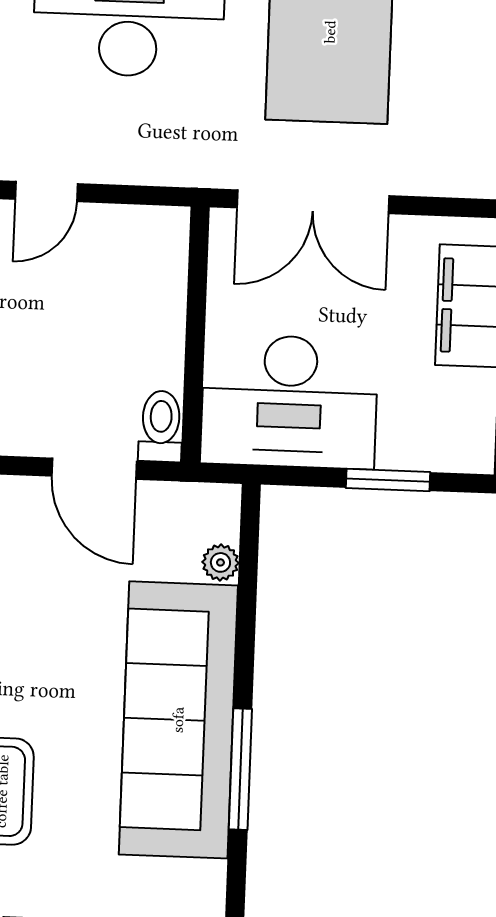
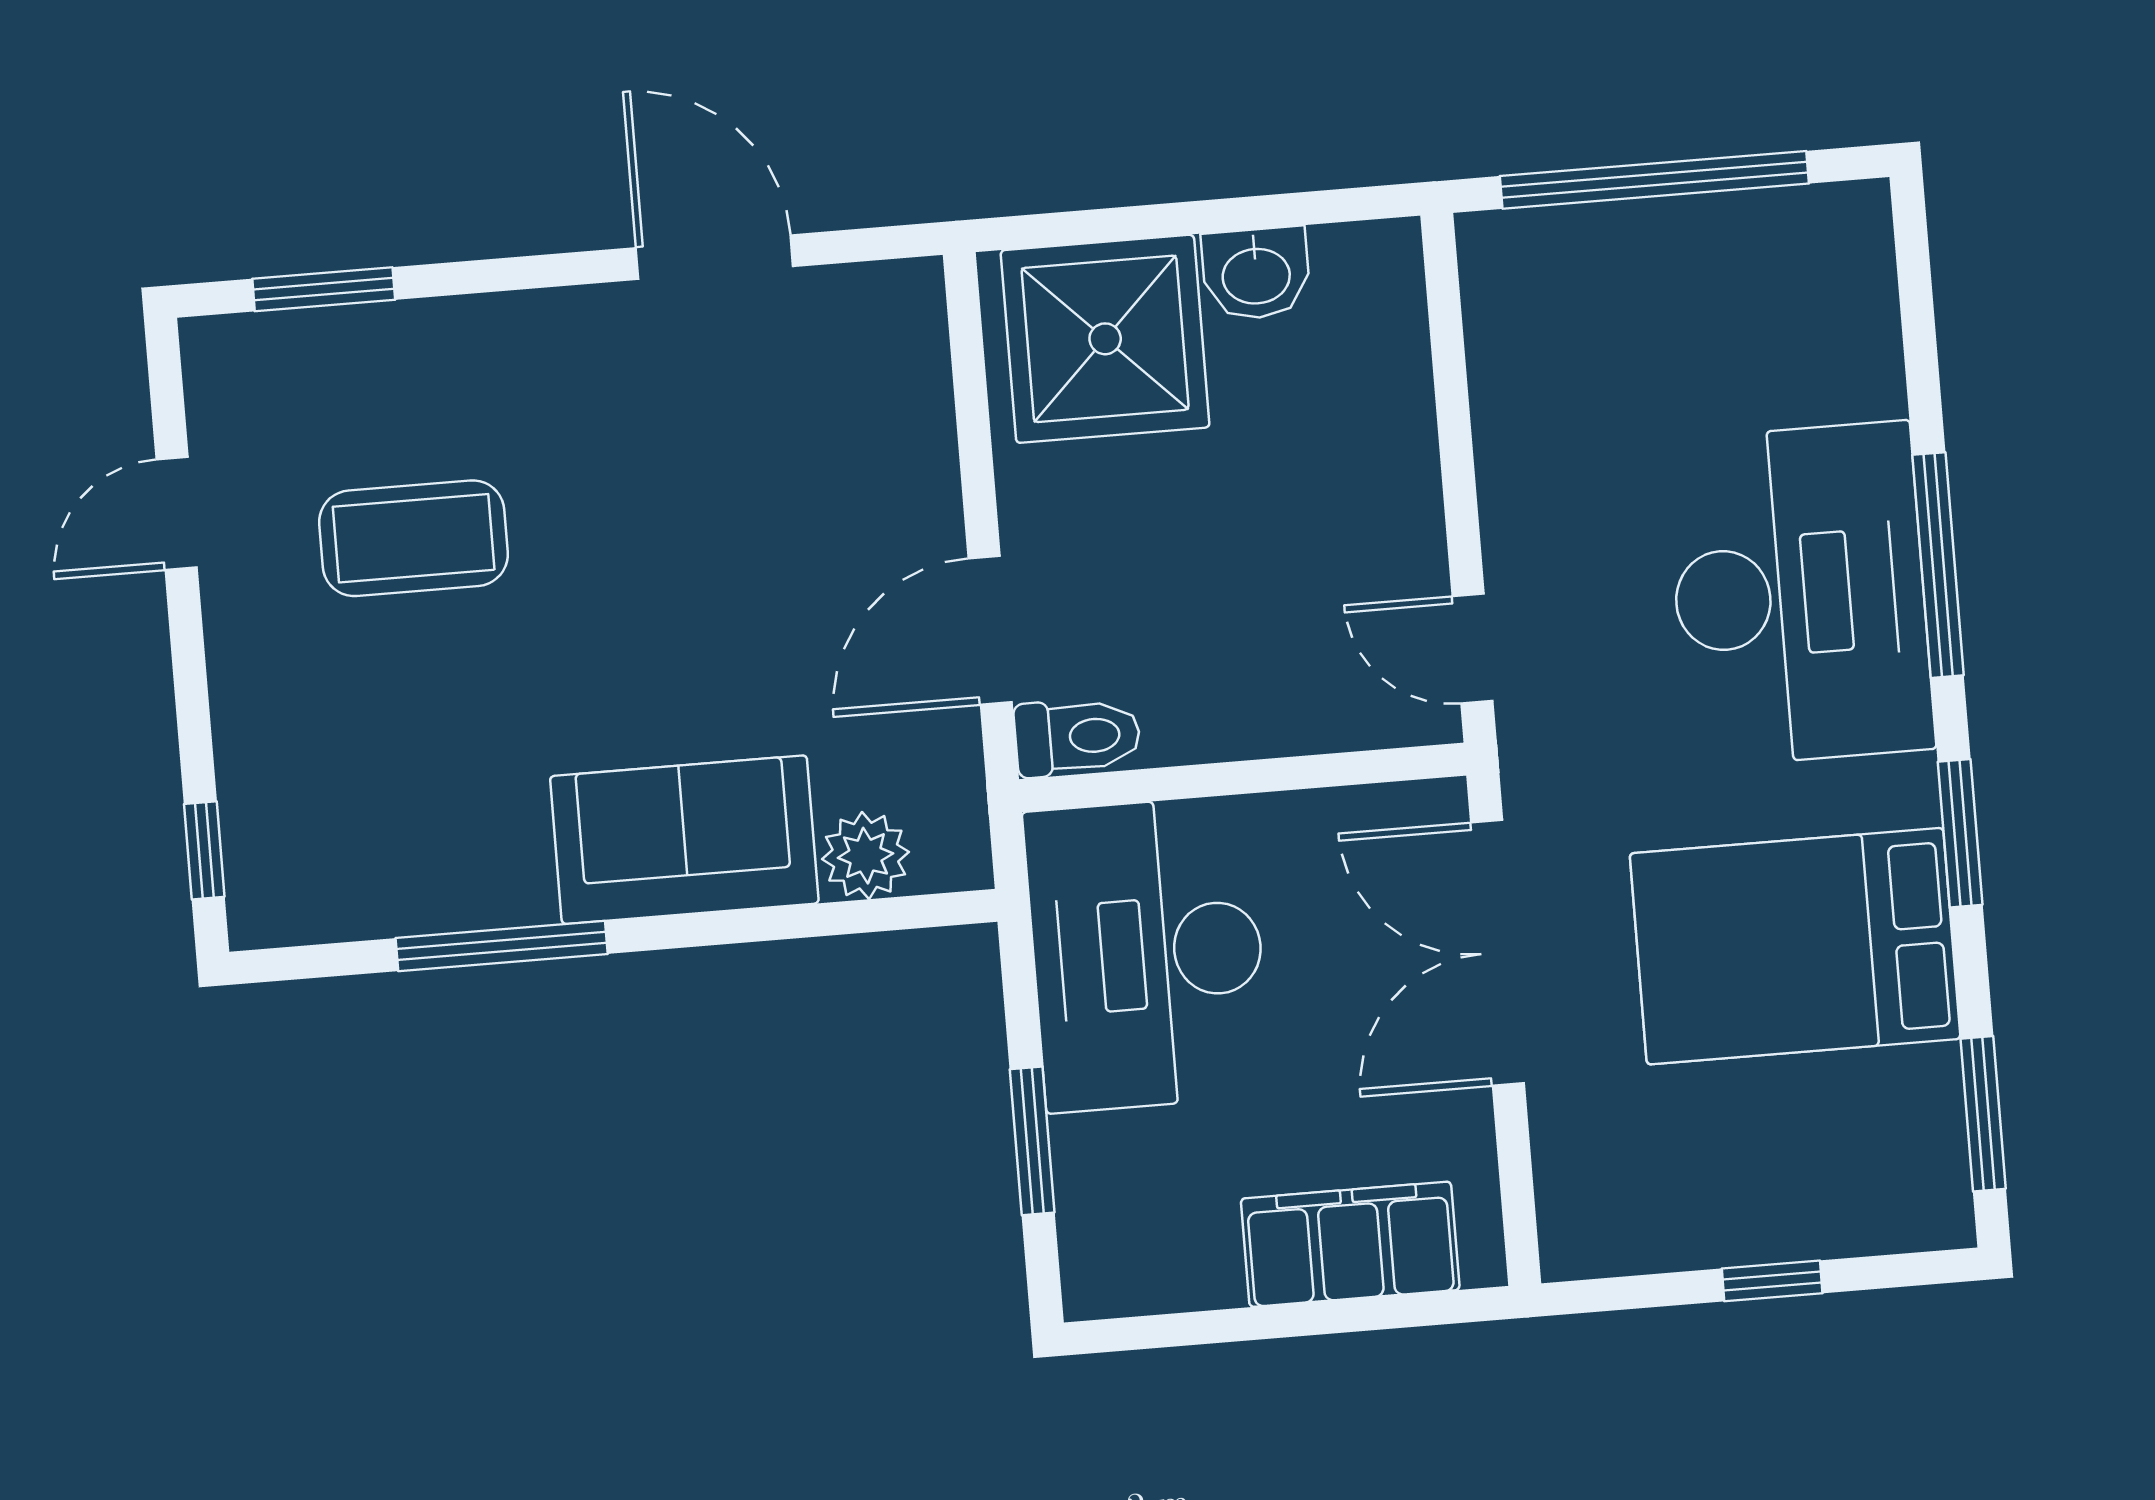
door: (46, 191) -> (1472, 649), moved
plant: (220, 562) -> (865, 856), width x1.38, depth x1.38
sofa: (178, 720) -> (684, 840), width x0.54, depth x0.79

